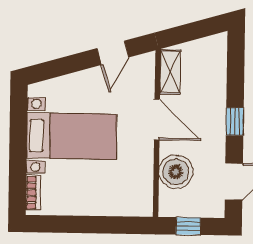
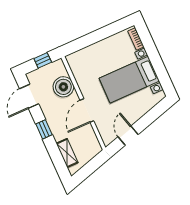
shelving: (170, 72) -> (67, 153), moved
door: (157, 120) -> (87, 111), hinge flipped

